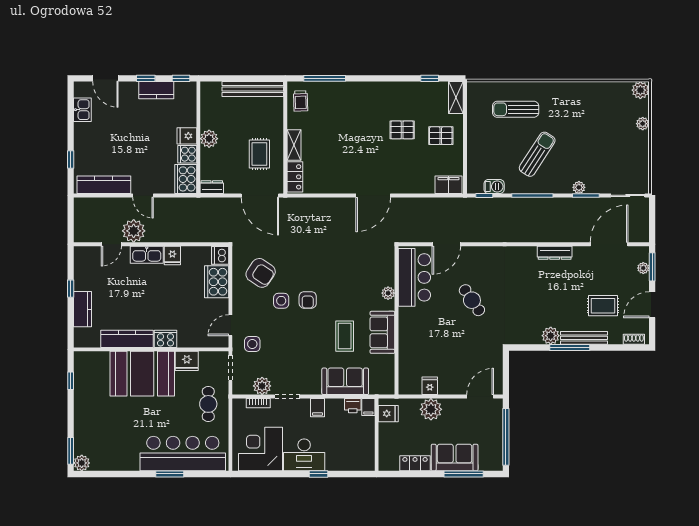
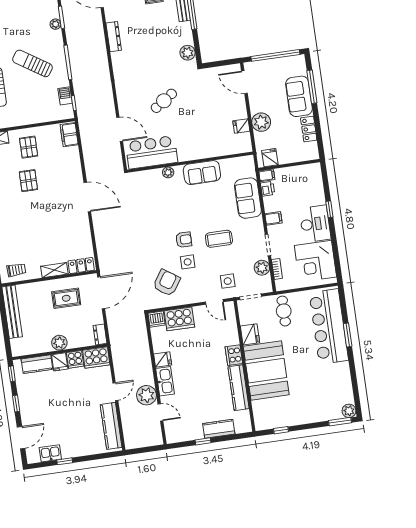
kitchen counter: (156, 90) -> (37, 364), moved, turned 90
window: (71, 159) -> (65, 461), moved
coffee table: (345, 336) -> (219, 239), moved
plant: (551, 336) -> (188, 53), moved
cafe table: (208, 404) -> (284, 311), turned 90

